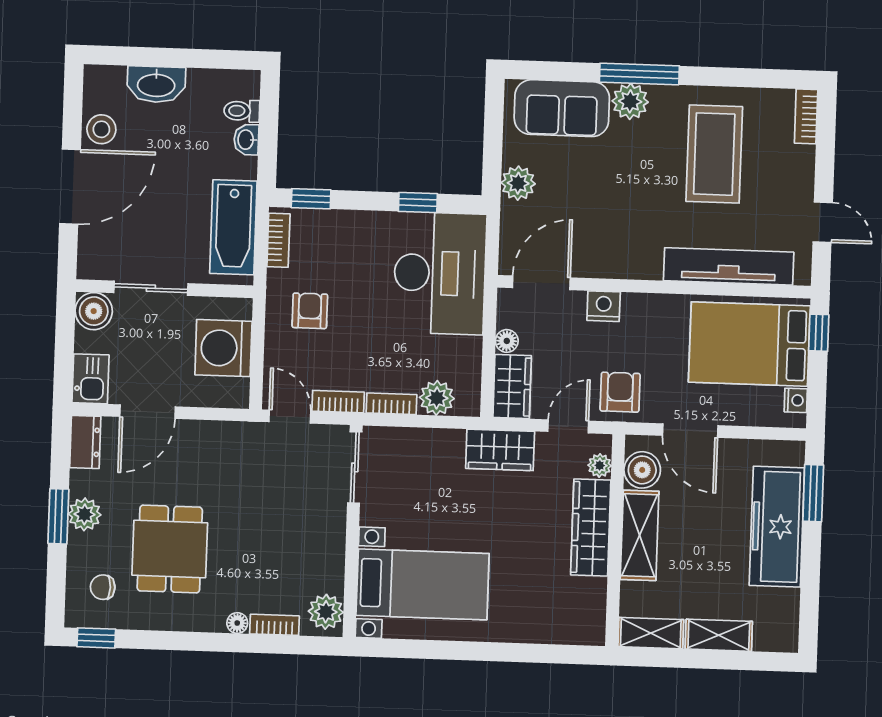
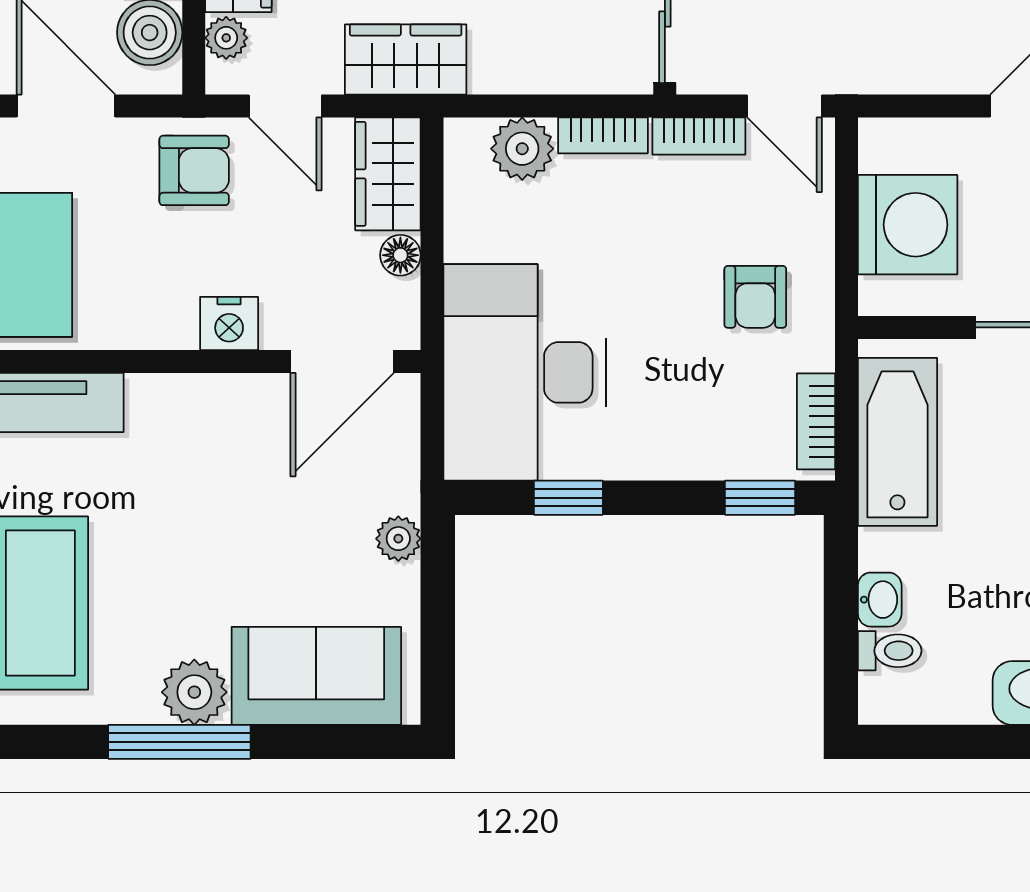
plant: (518, 183) -> (398, 539), width x0.73, depth x0.73
armchair: (620, 392) -> (194, 170), turned -90
door: (568, 426) -> (285, 106), hinge flipped

